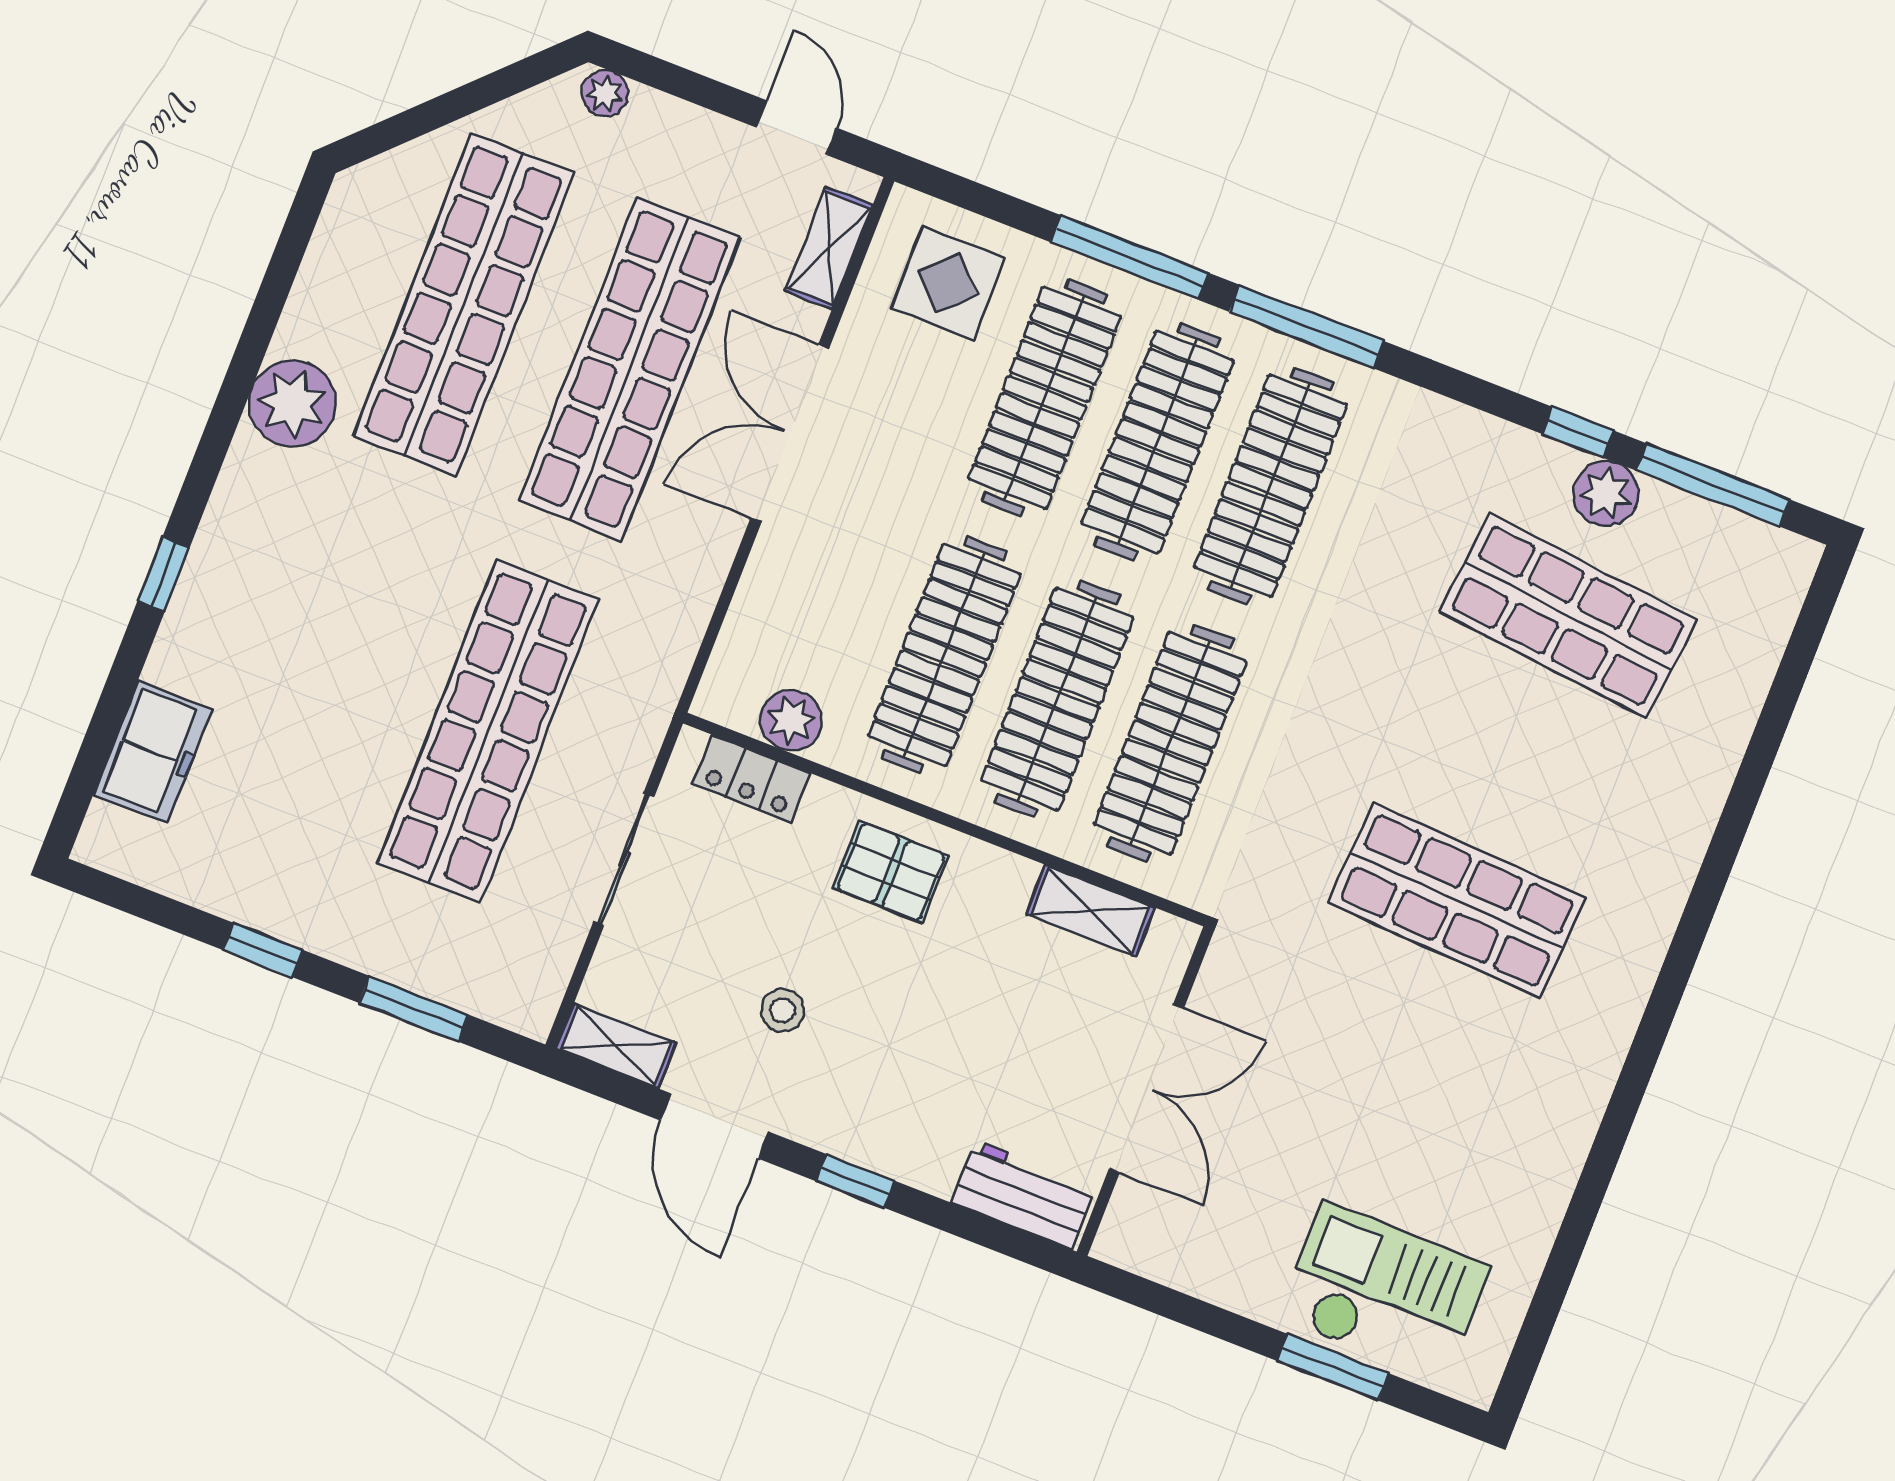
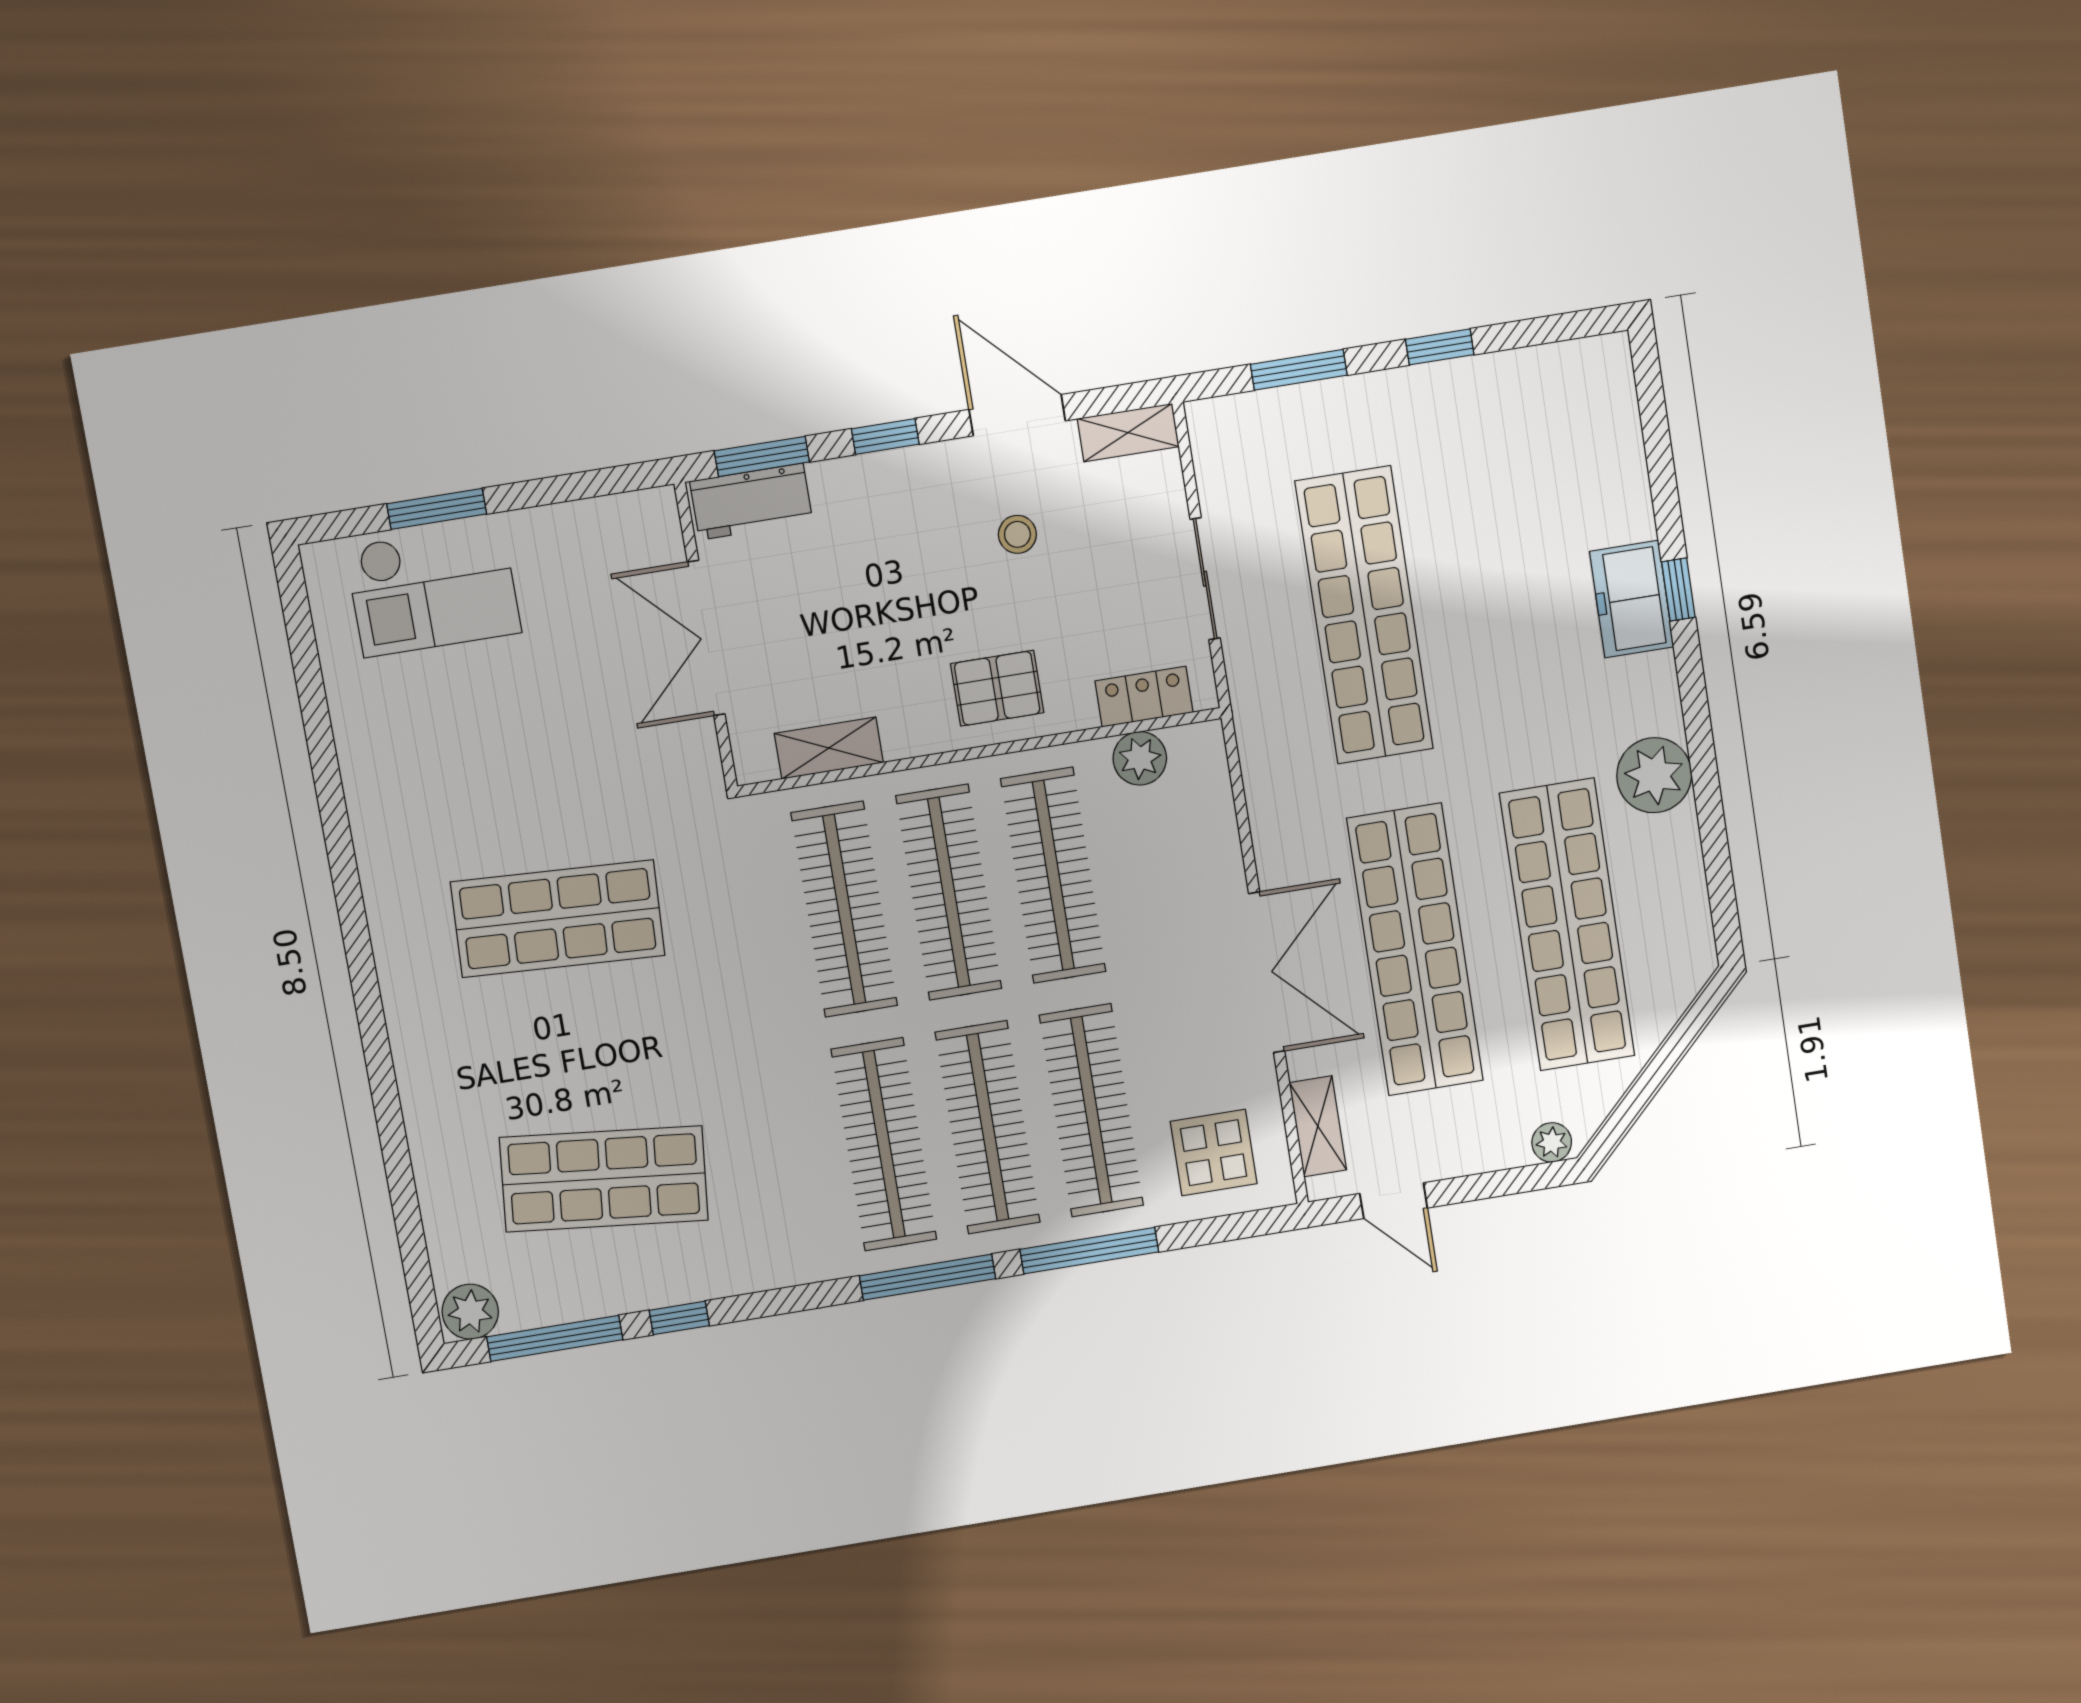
plant: (1606, 493) -> (470, 1312), moved
freezer: (153, 752) -> (1632, 599), moved
window: (987, 1232) -> (762, 456), added

